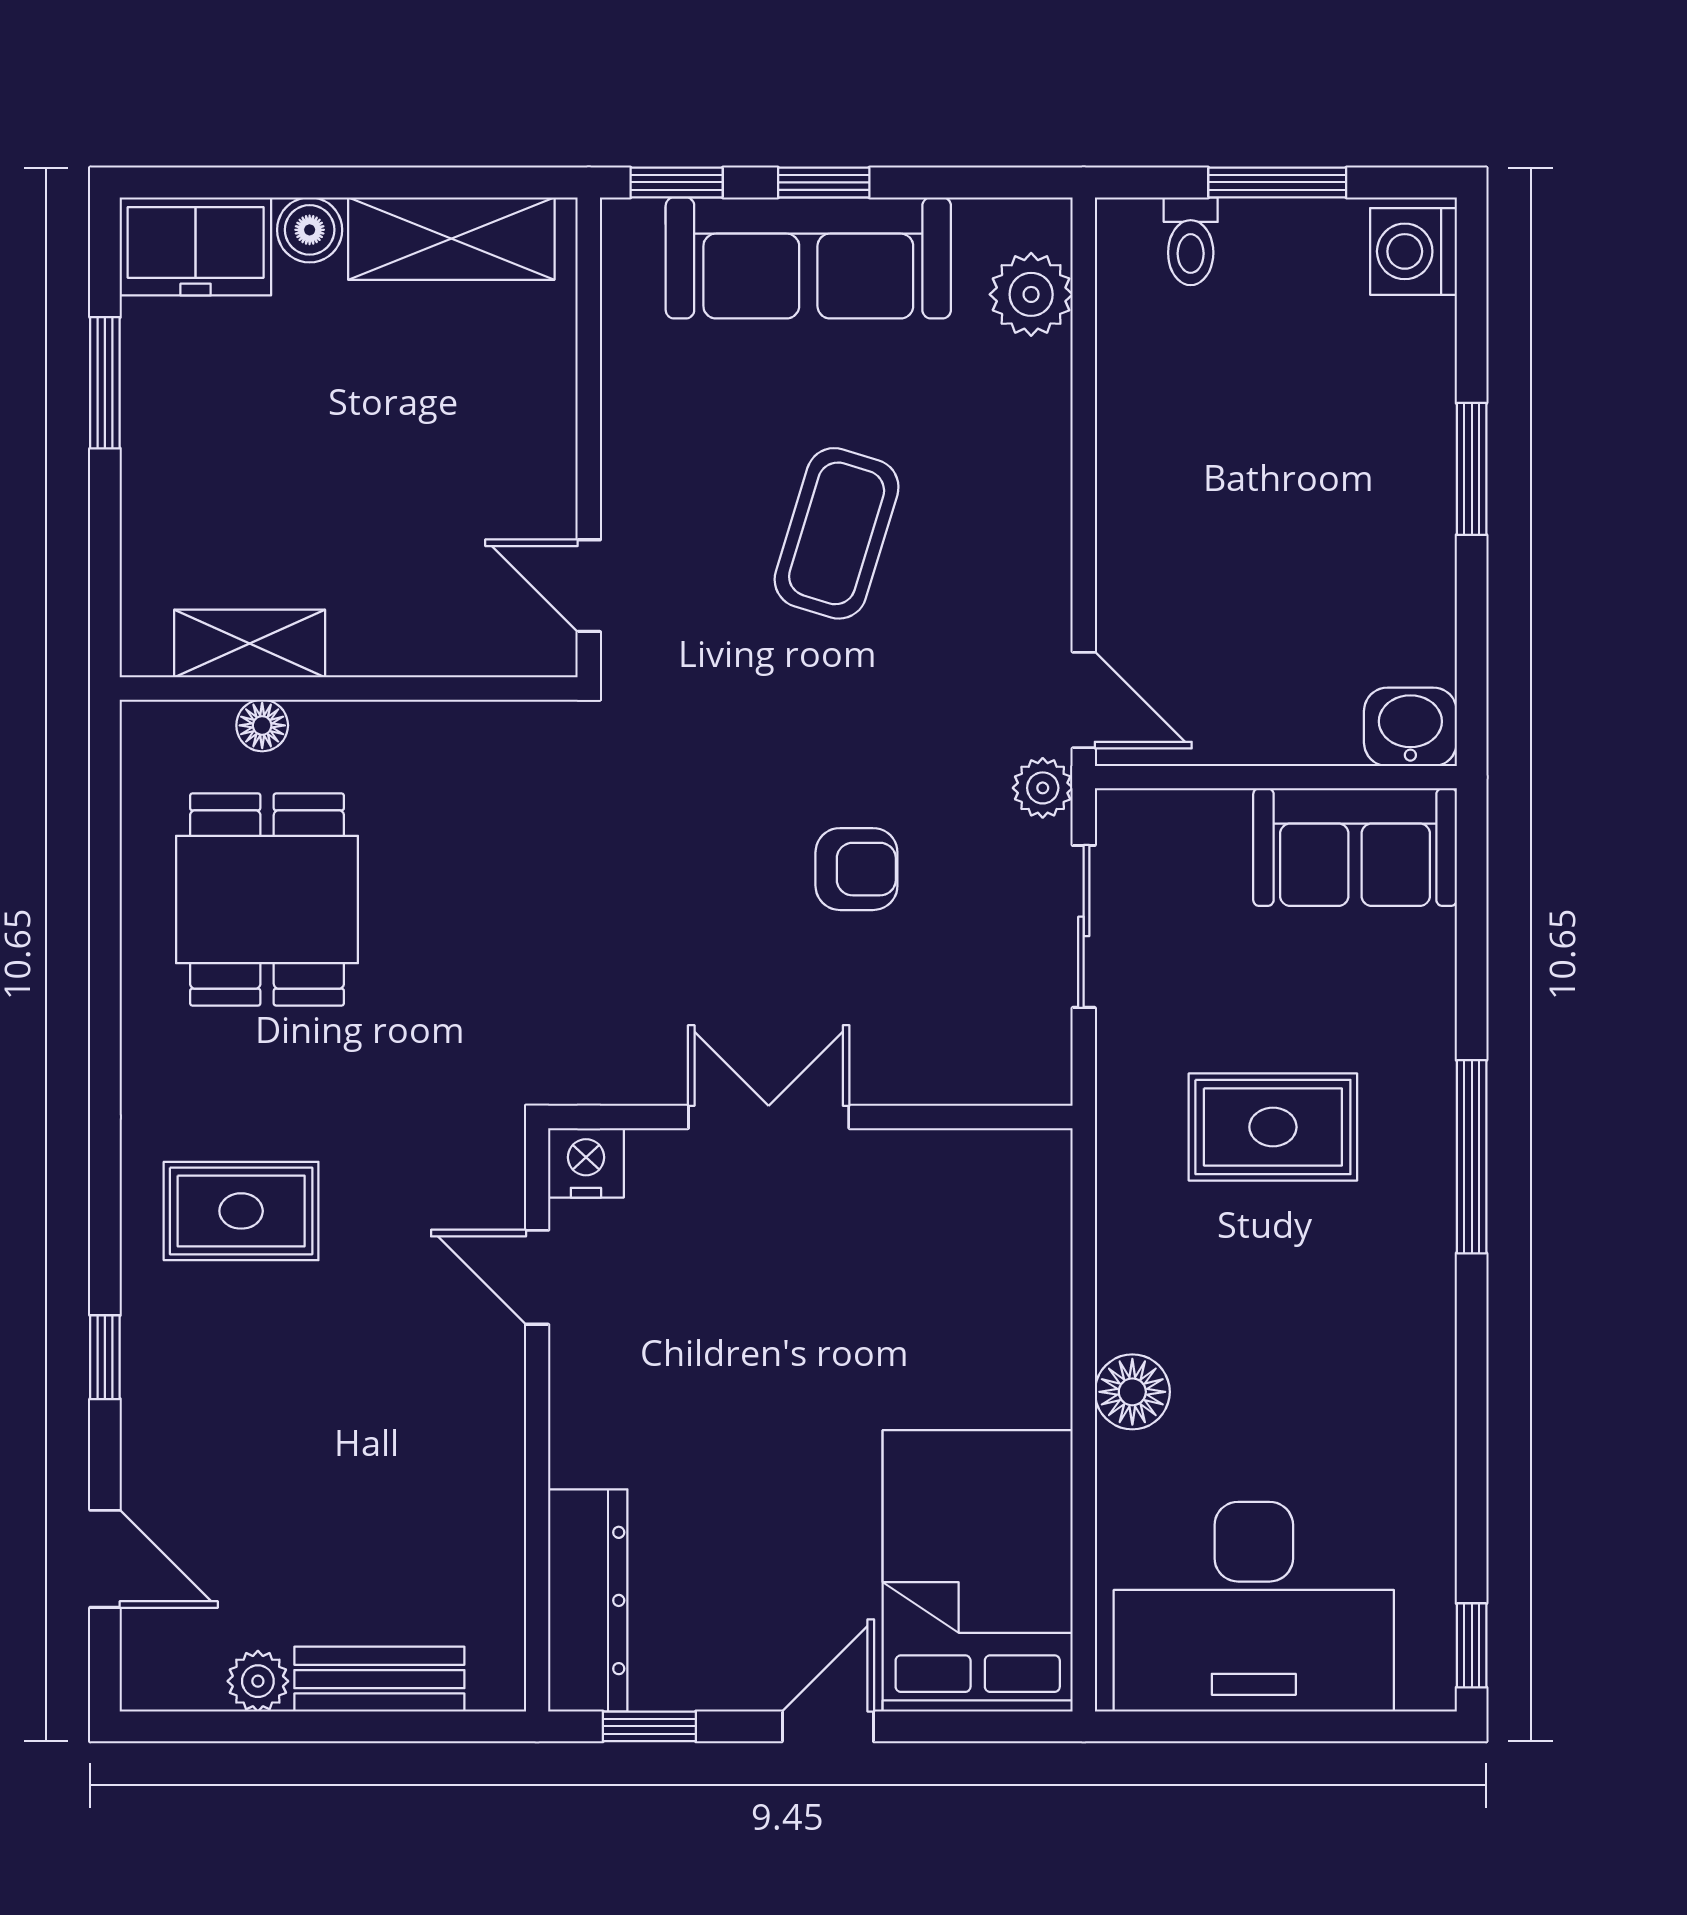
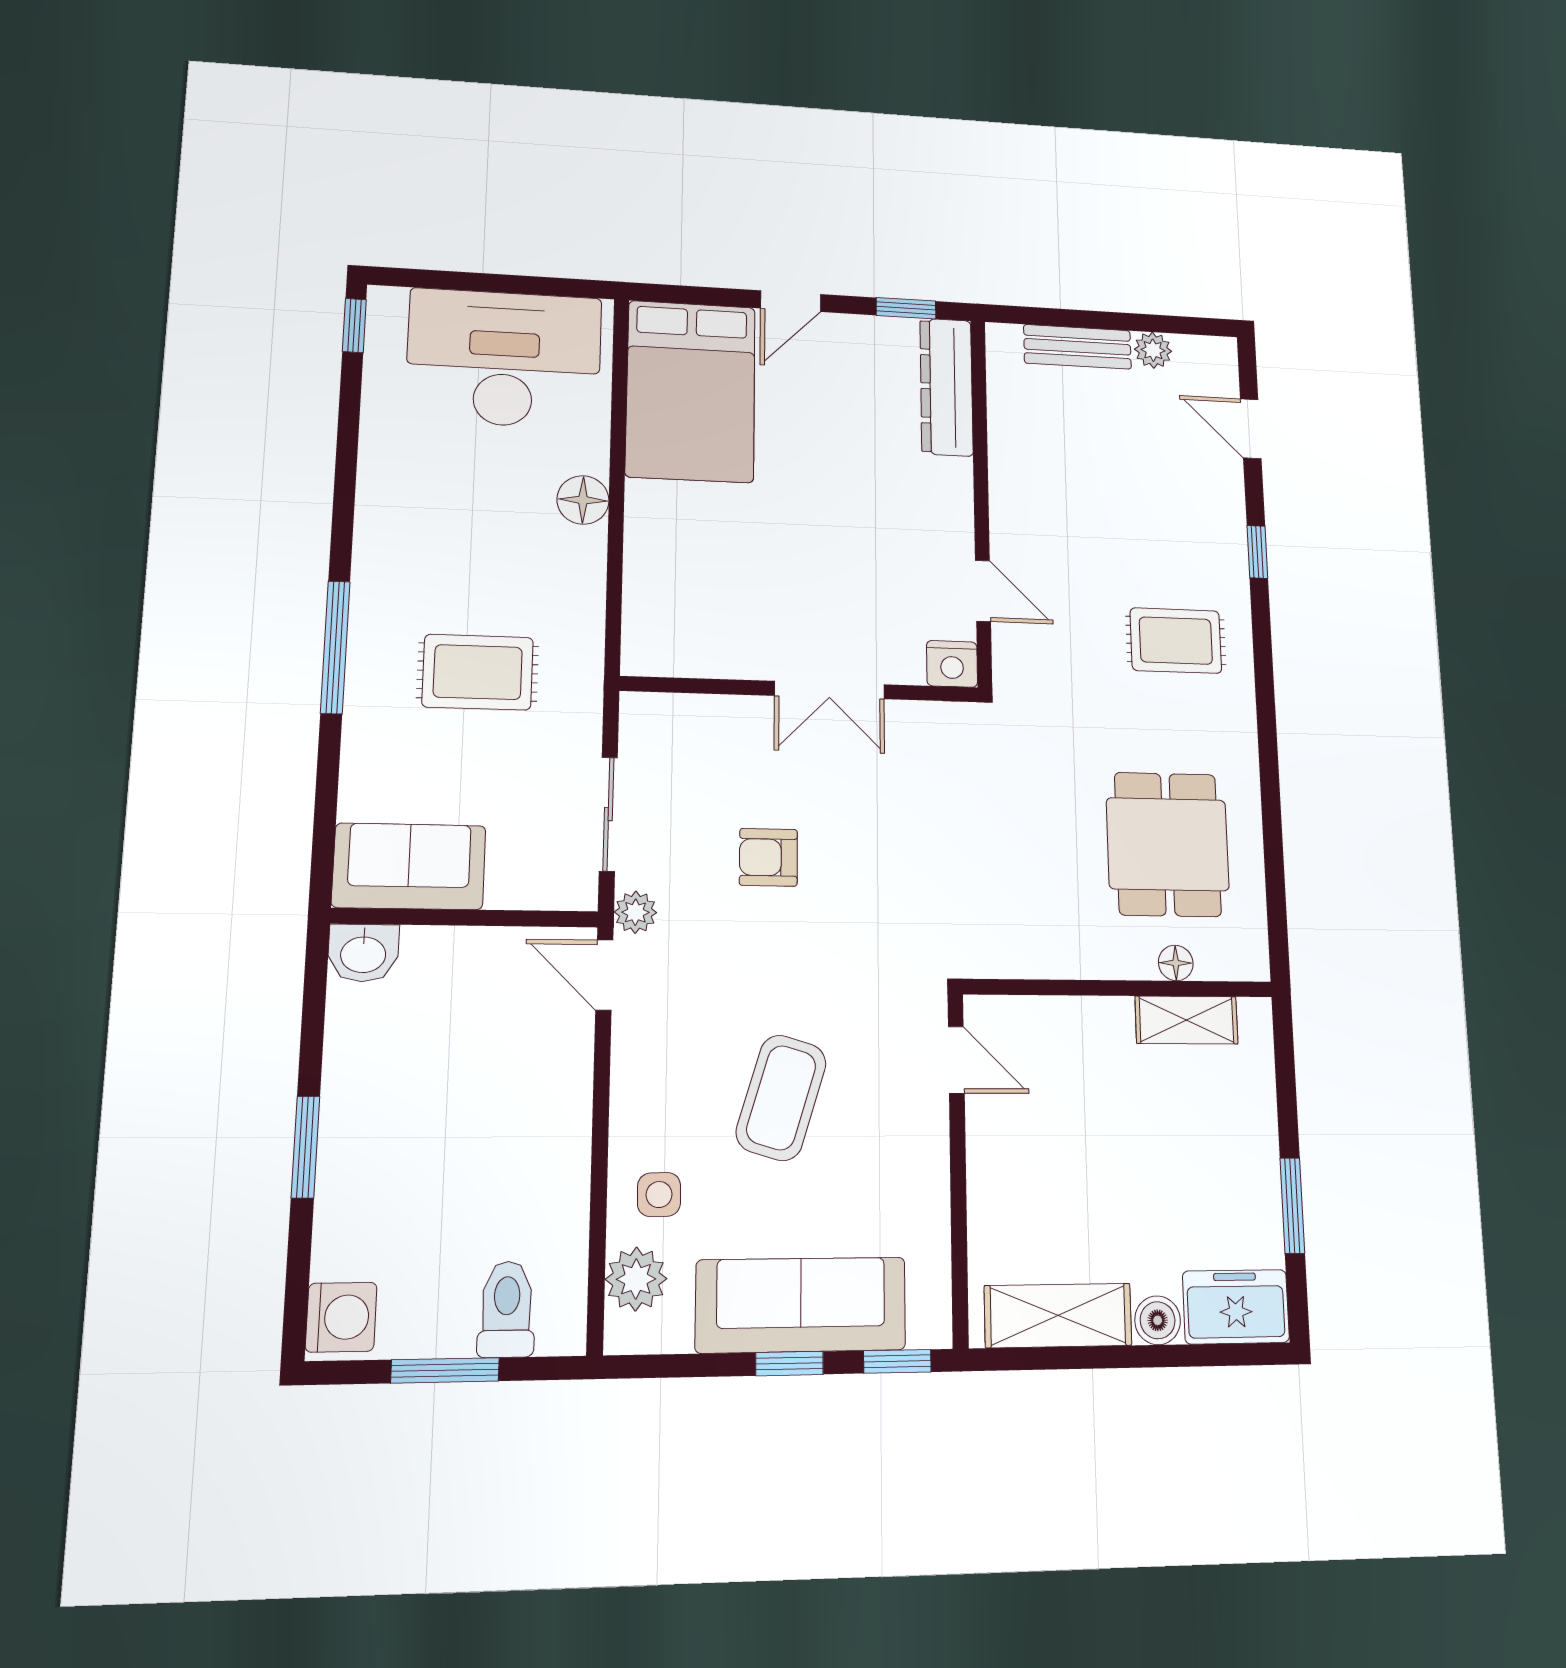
toilet: (1191, 241) -> (507, 1309), width x1.37, depth x1.39
side table: (1003, 404) -> (659, 1195), added

